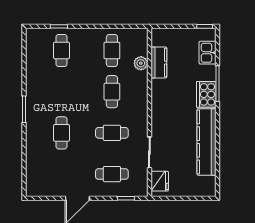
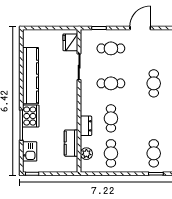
plant: (141, 63) -> (86, 154), moved
dresser: (141, 83) -> (86, 126), added

